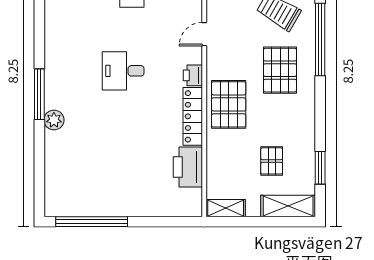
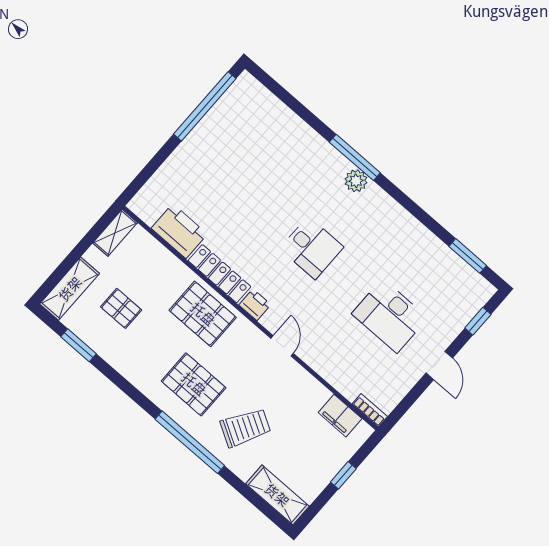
desk: (123, 71) -> (312, 248), turned 90
plant: (54, 120) -> (356, 181), moved

